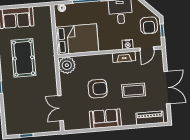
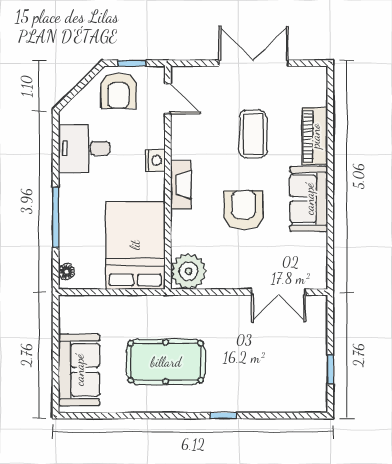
armchair: (149, 25) -> (118, 91), turned 90
nightstand: (128, 44) -> (155, 161), moved
fireplace: (124, 57) -> (181, 185), moved
piano: (150, 118) -> (315, 136), moved

